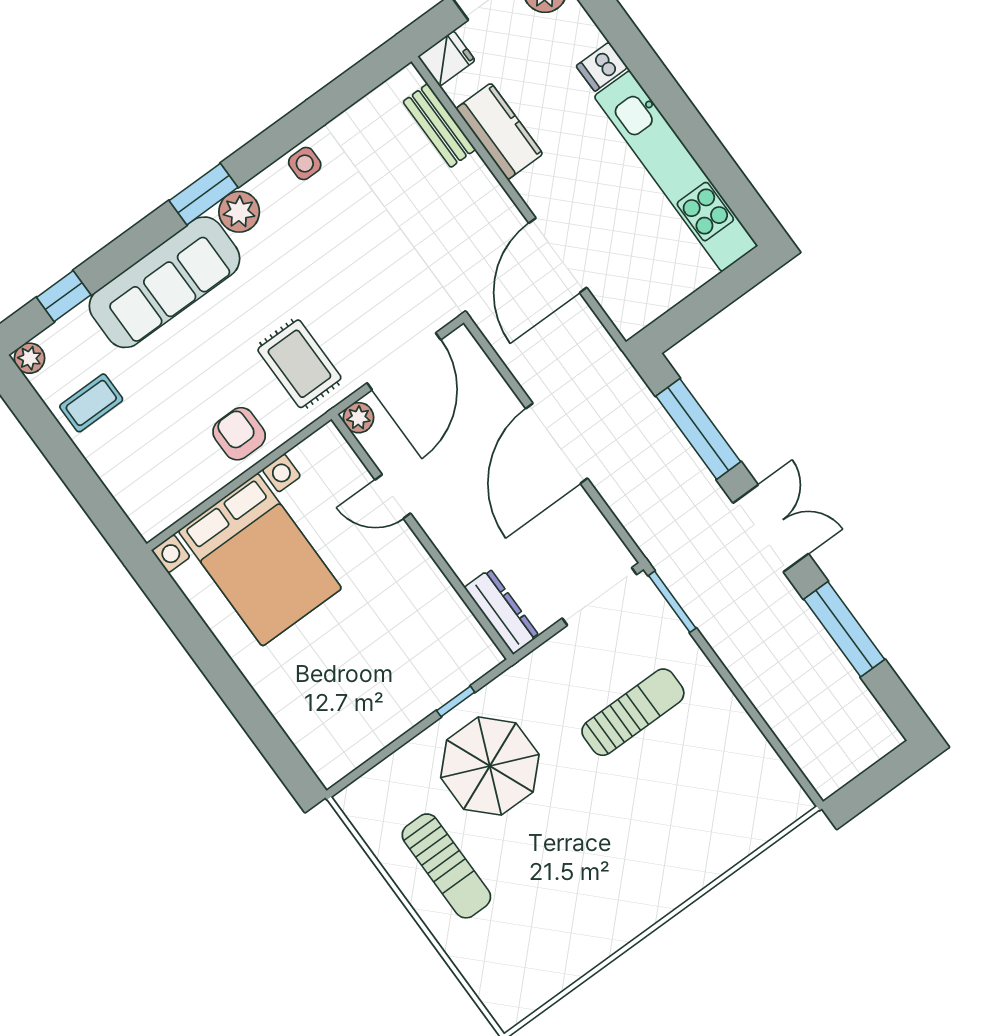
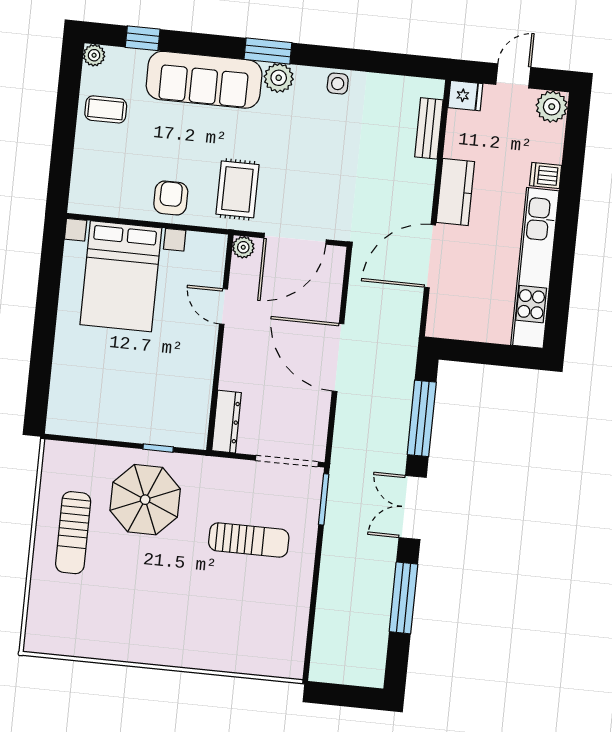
kitchen counter: (499, 131) -> (455, 192), moved
door: (557, 443) -> (338, 357), hinge flipped
double door: (771, 528) -> (413, 507), swing flipped

